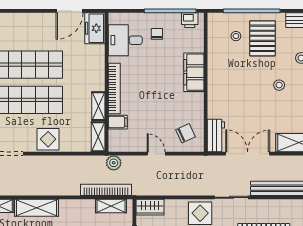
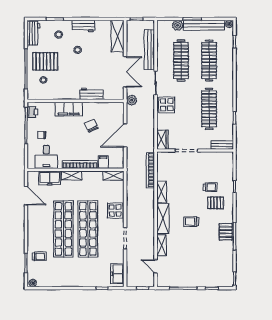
freezer: (95, 28) -> (50, 178), moved
shelving: (98, 106) -> (71, 175), moved
chair: (186, 133) -> (91, 126), moved
workbench: (216, 135) -> (91, 94), moved
door: (156, 154) -> (125, 135), width x1.87
double door: (248, 154) -> (125, 72), swing flipped
plant: (114, 163) -> (132, 100), moved
shelving: (111, 206) -> (162, 192), moved

